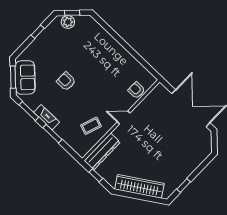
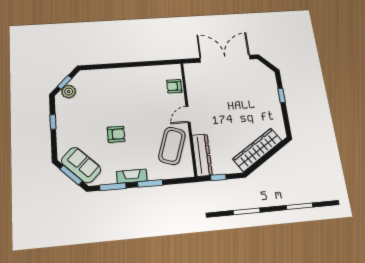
armchair: (66, 81) -> (116, 134), turned 180
coffee table: (91, 126) -> (172, 146), width x1.86, depth x1.72
window: (184, 186) -> (282, 95), moved

